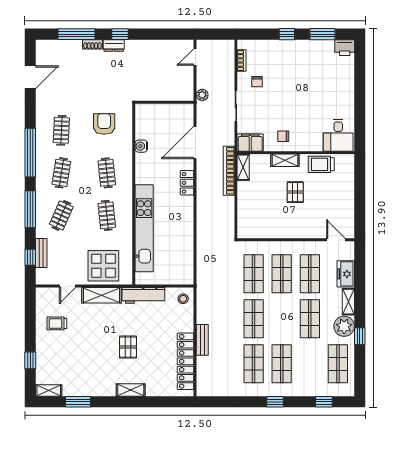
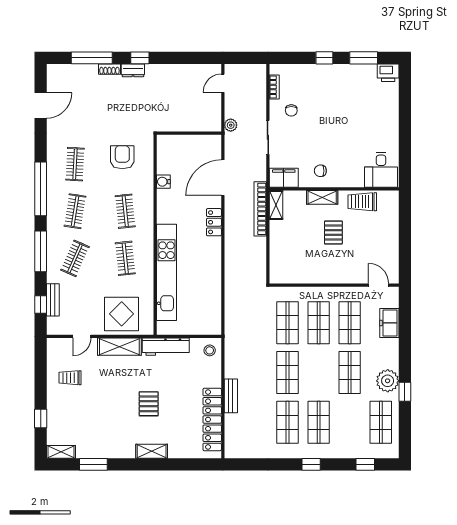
shelving: (348, 302) -> (392, 354), removed

